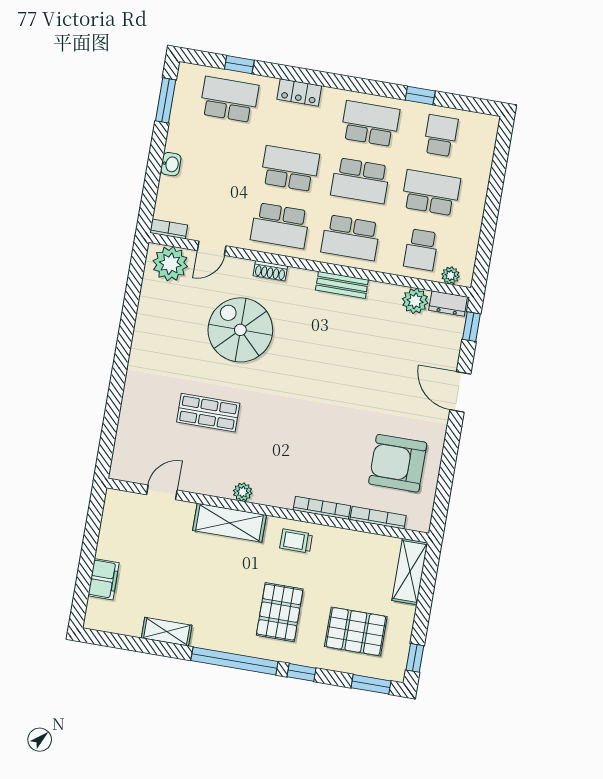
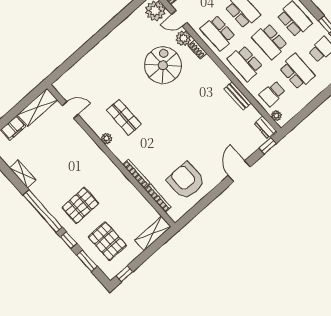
bench: (342, 285) -> (238, 96), moved
plant: (415, 301) -> (183, 38), moved
shop shelf: (208, 413) -> (124, 117), moved
shelving: (230, 523) -> (37, 107), moved, turned 90
trolley: (296, 541) -> (113, 179), removed
window: (371, 684) -> (87, 261), moved

